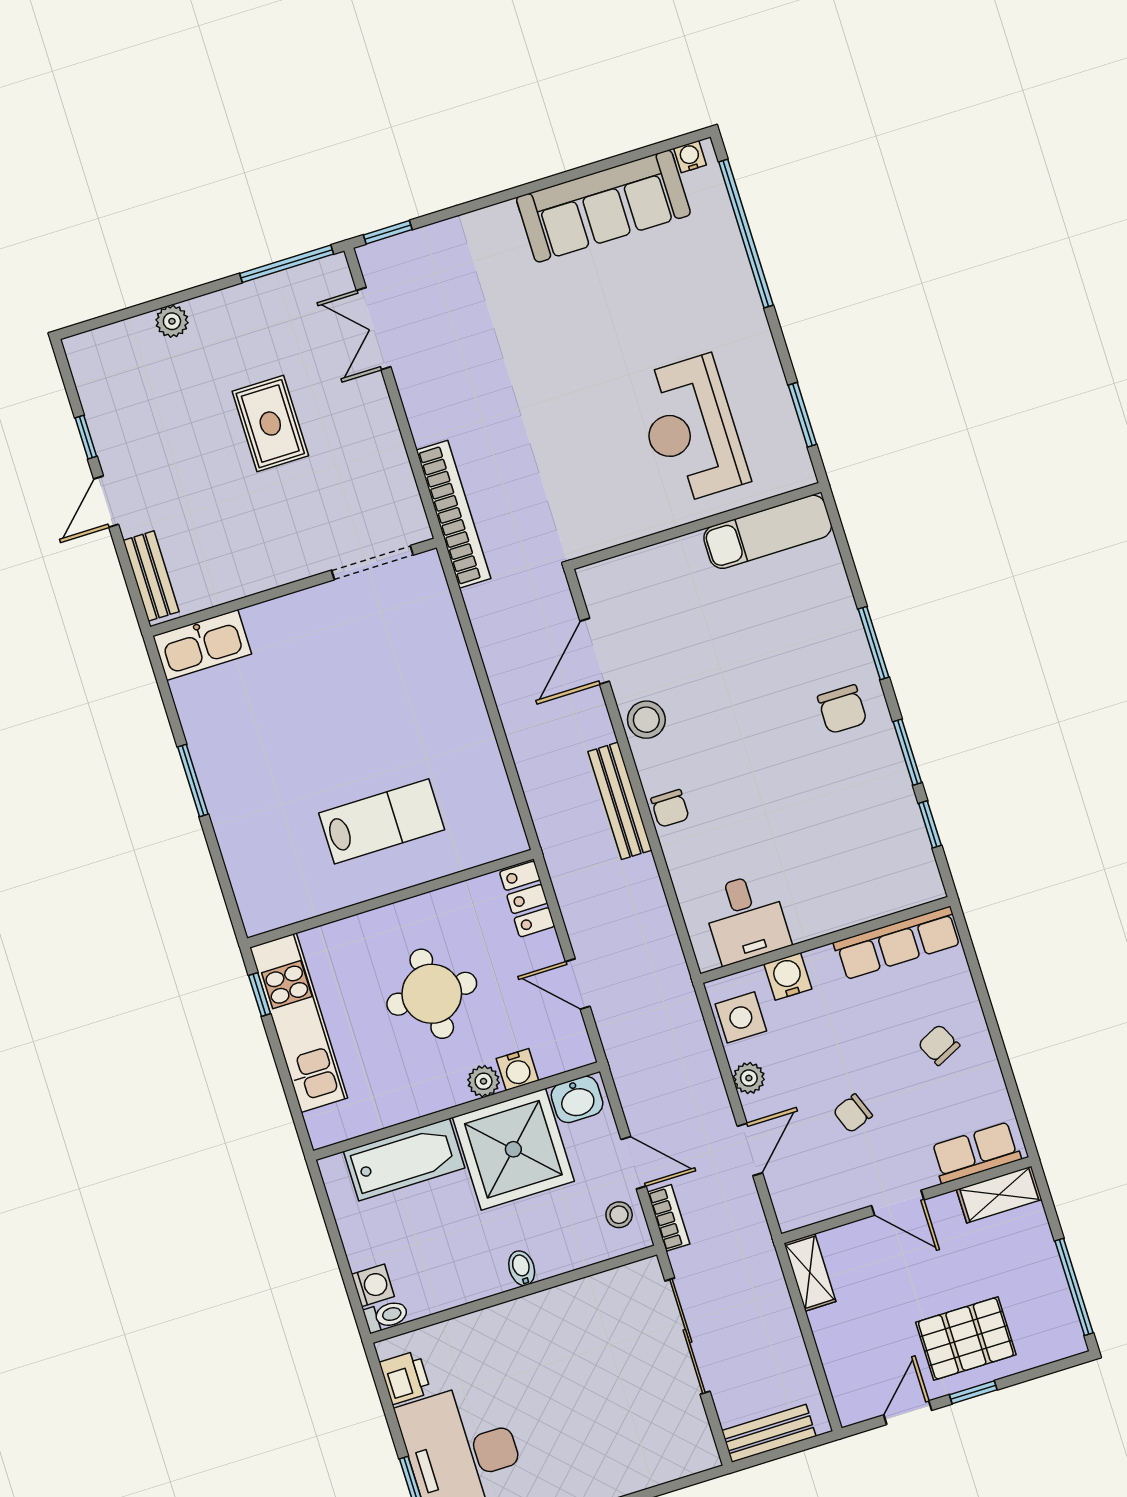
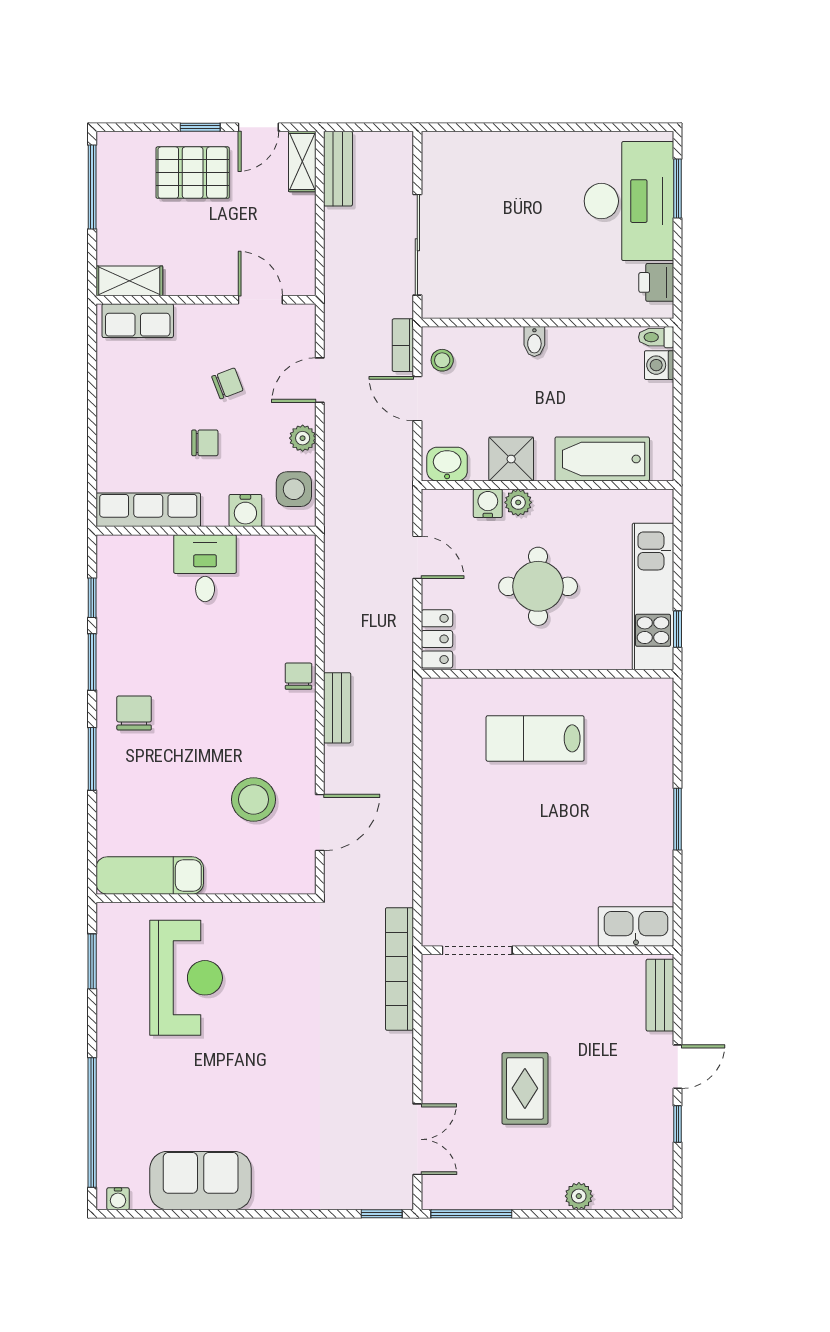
sofa: (603, 206) -> (201, 1181), width x0.73
stool: (646, 720) -> (254, 799), moved, width x1.38, depth x1.38
bench: (620, 801) -> (337, 708), width x0.73
desk: (746, 918) -> (205, 568), moved
chair: (939, 1045) -> (205, 443), moved, turned -64
shower: (513, 1149) -> (511, 459), width x0.54, depth x0.54
door: (898, 1203) -> (260, 300), moved
shelving: (810, 1272) -> (302, 162), moved
bench: (769, 1433) -> (338, 169), moved, turned 90

